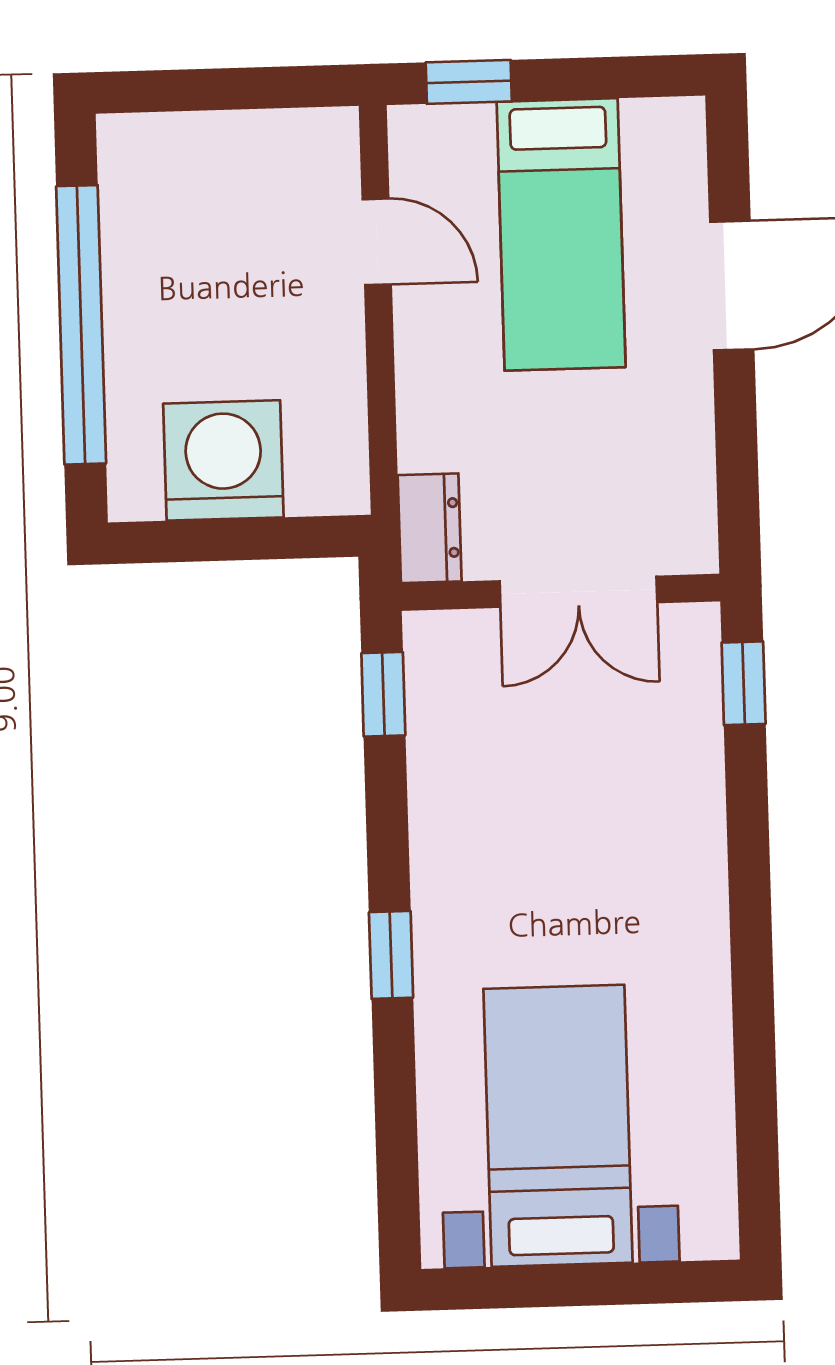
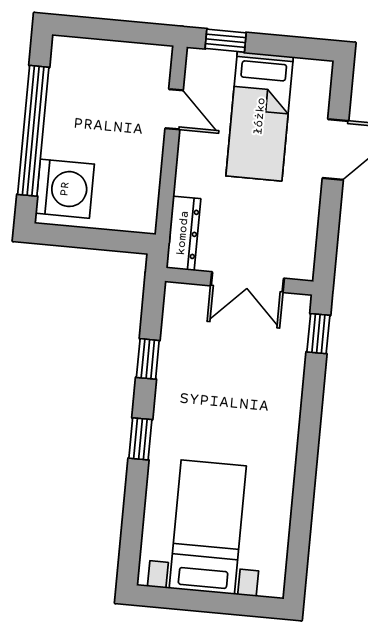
washing machine: (223, 460) -> (65, 189), moved, turned 90
dresser: (430, 528) -> (183, 233), width x1.44
window: (383, 694) -> (148, 359), moved

